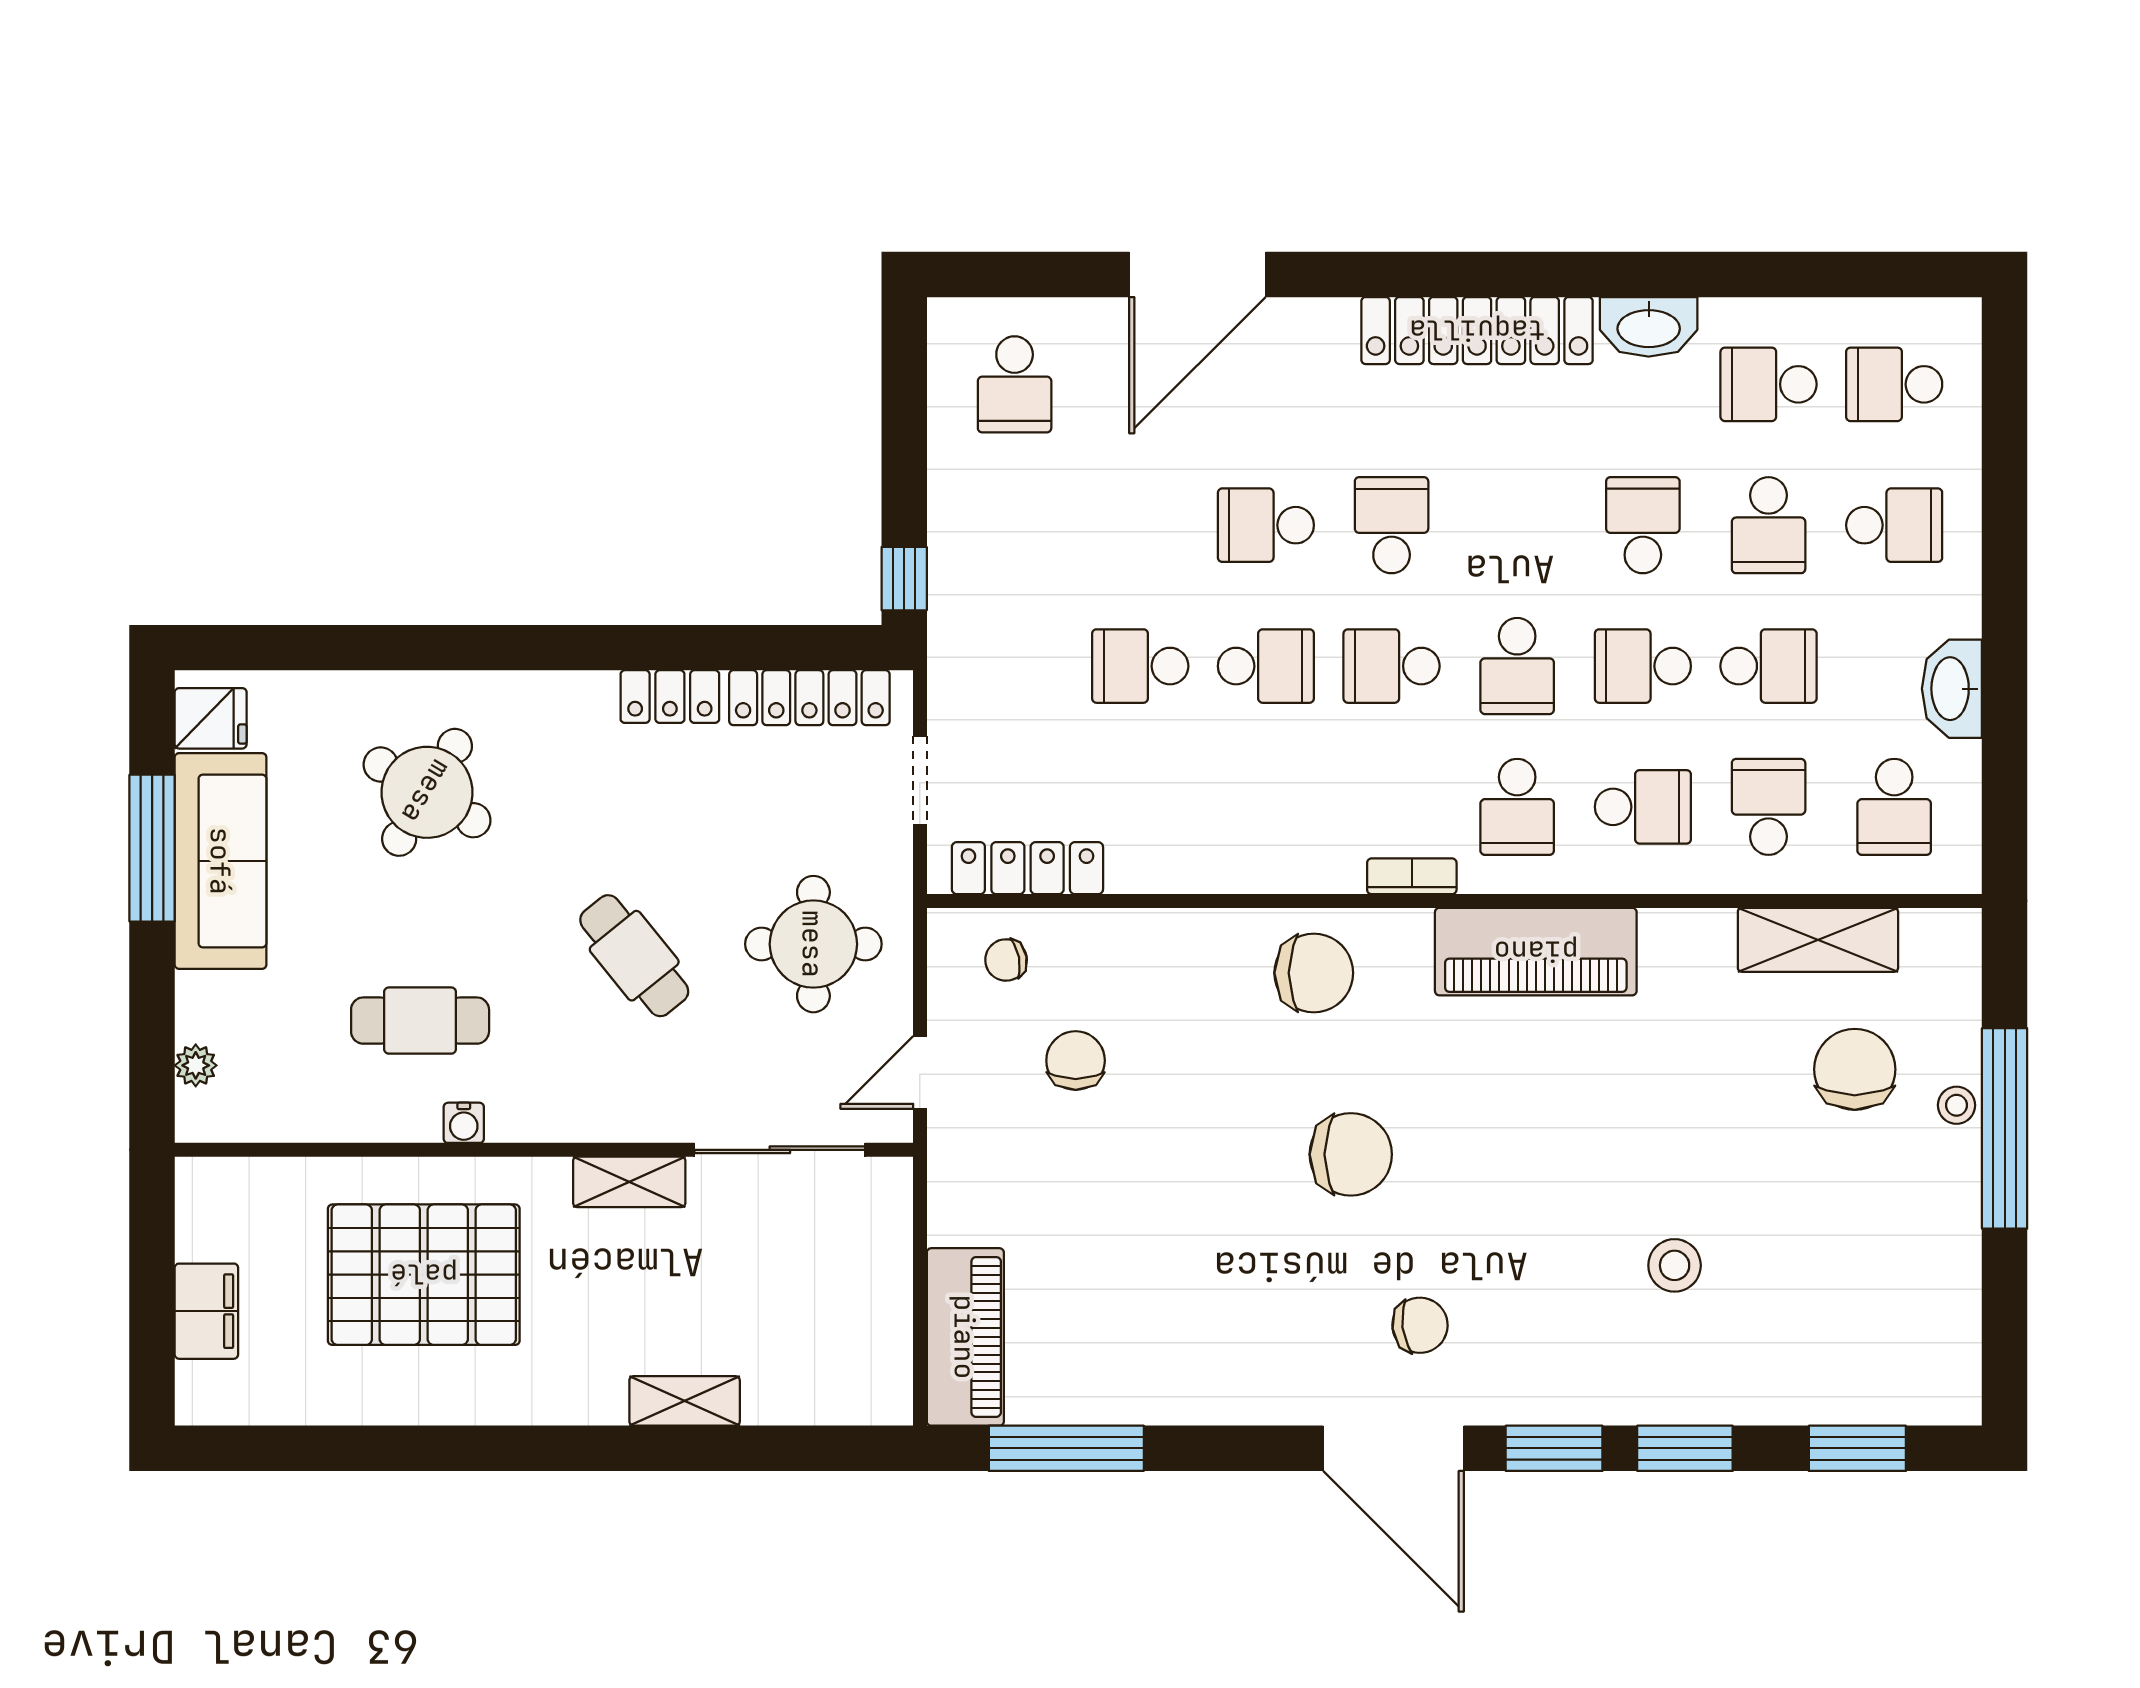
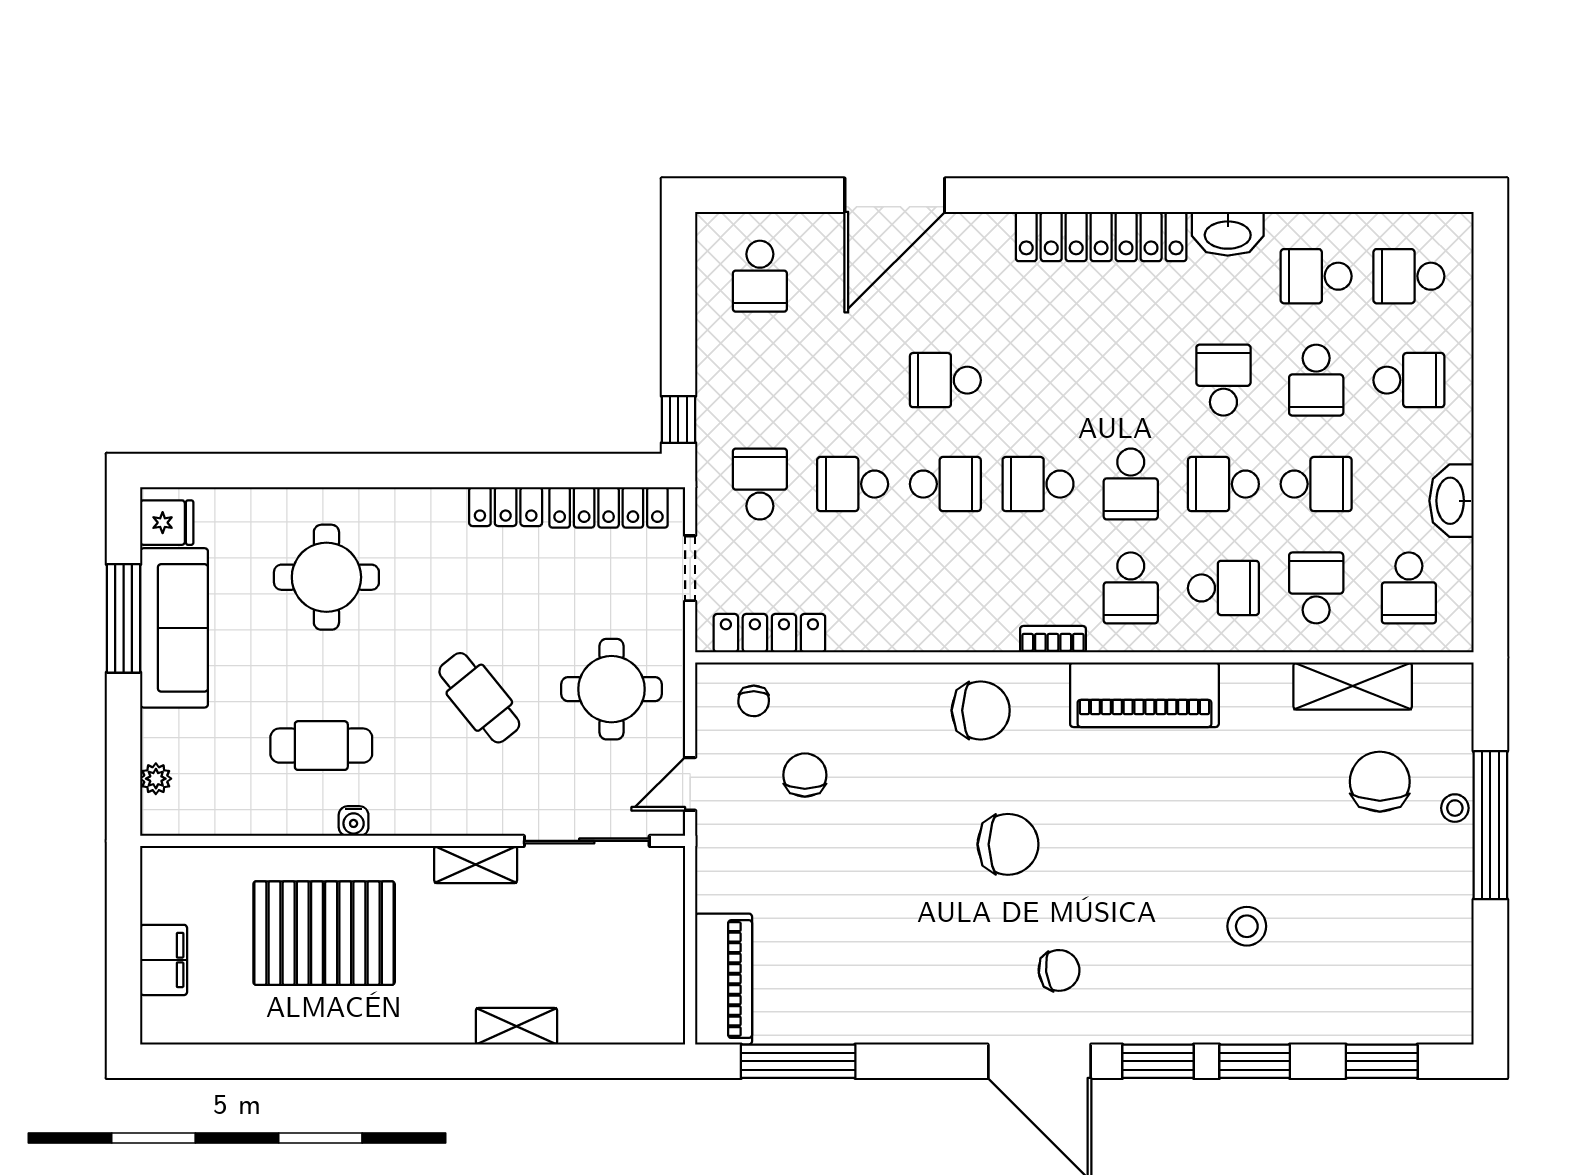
school desk: (1392, 525) -> (760, 484), moved
round table: (427, 792) -> (326, 577), turned -31
chair: (1006, 960) -> (754, 701), turned -78

